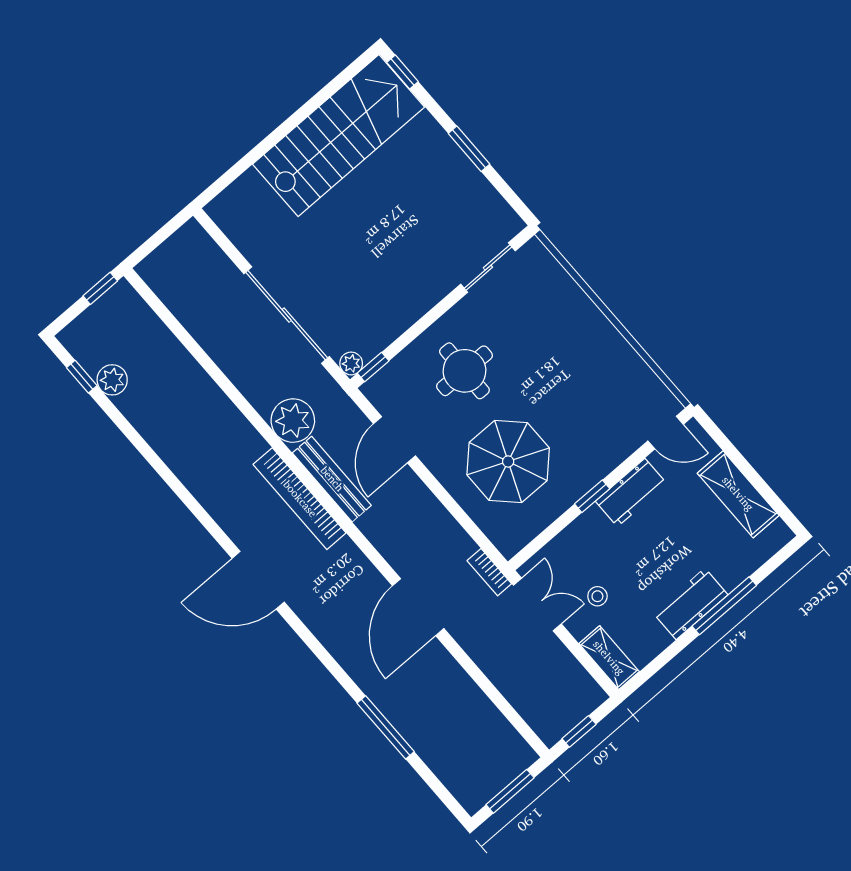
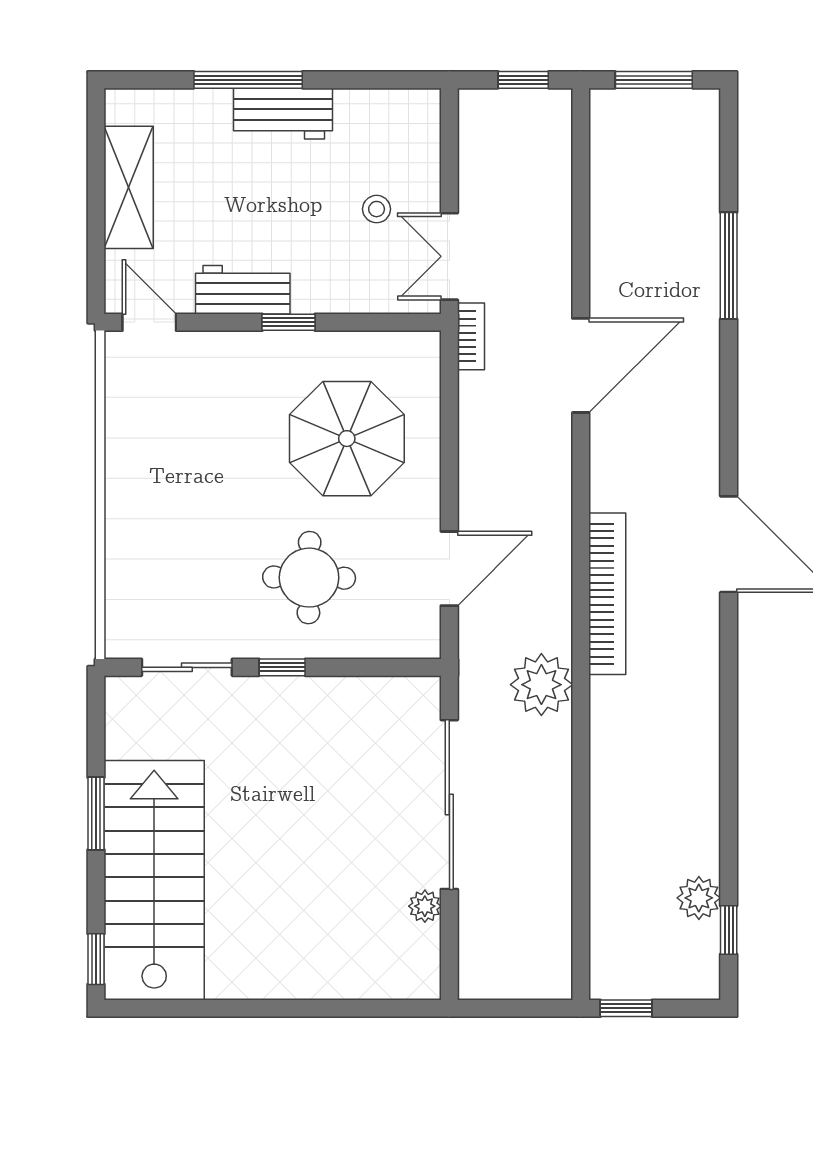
stairs: (339, 136) -> (154, 880), moved, turned 90
plant: (351, 363) -> (425, 906), moved
window: (373, 367) -> (282, 667), moved
bench: (332, 479) -> (554, 585), removed
shelving: (609, 658) -> (422, 132), removed

